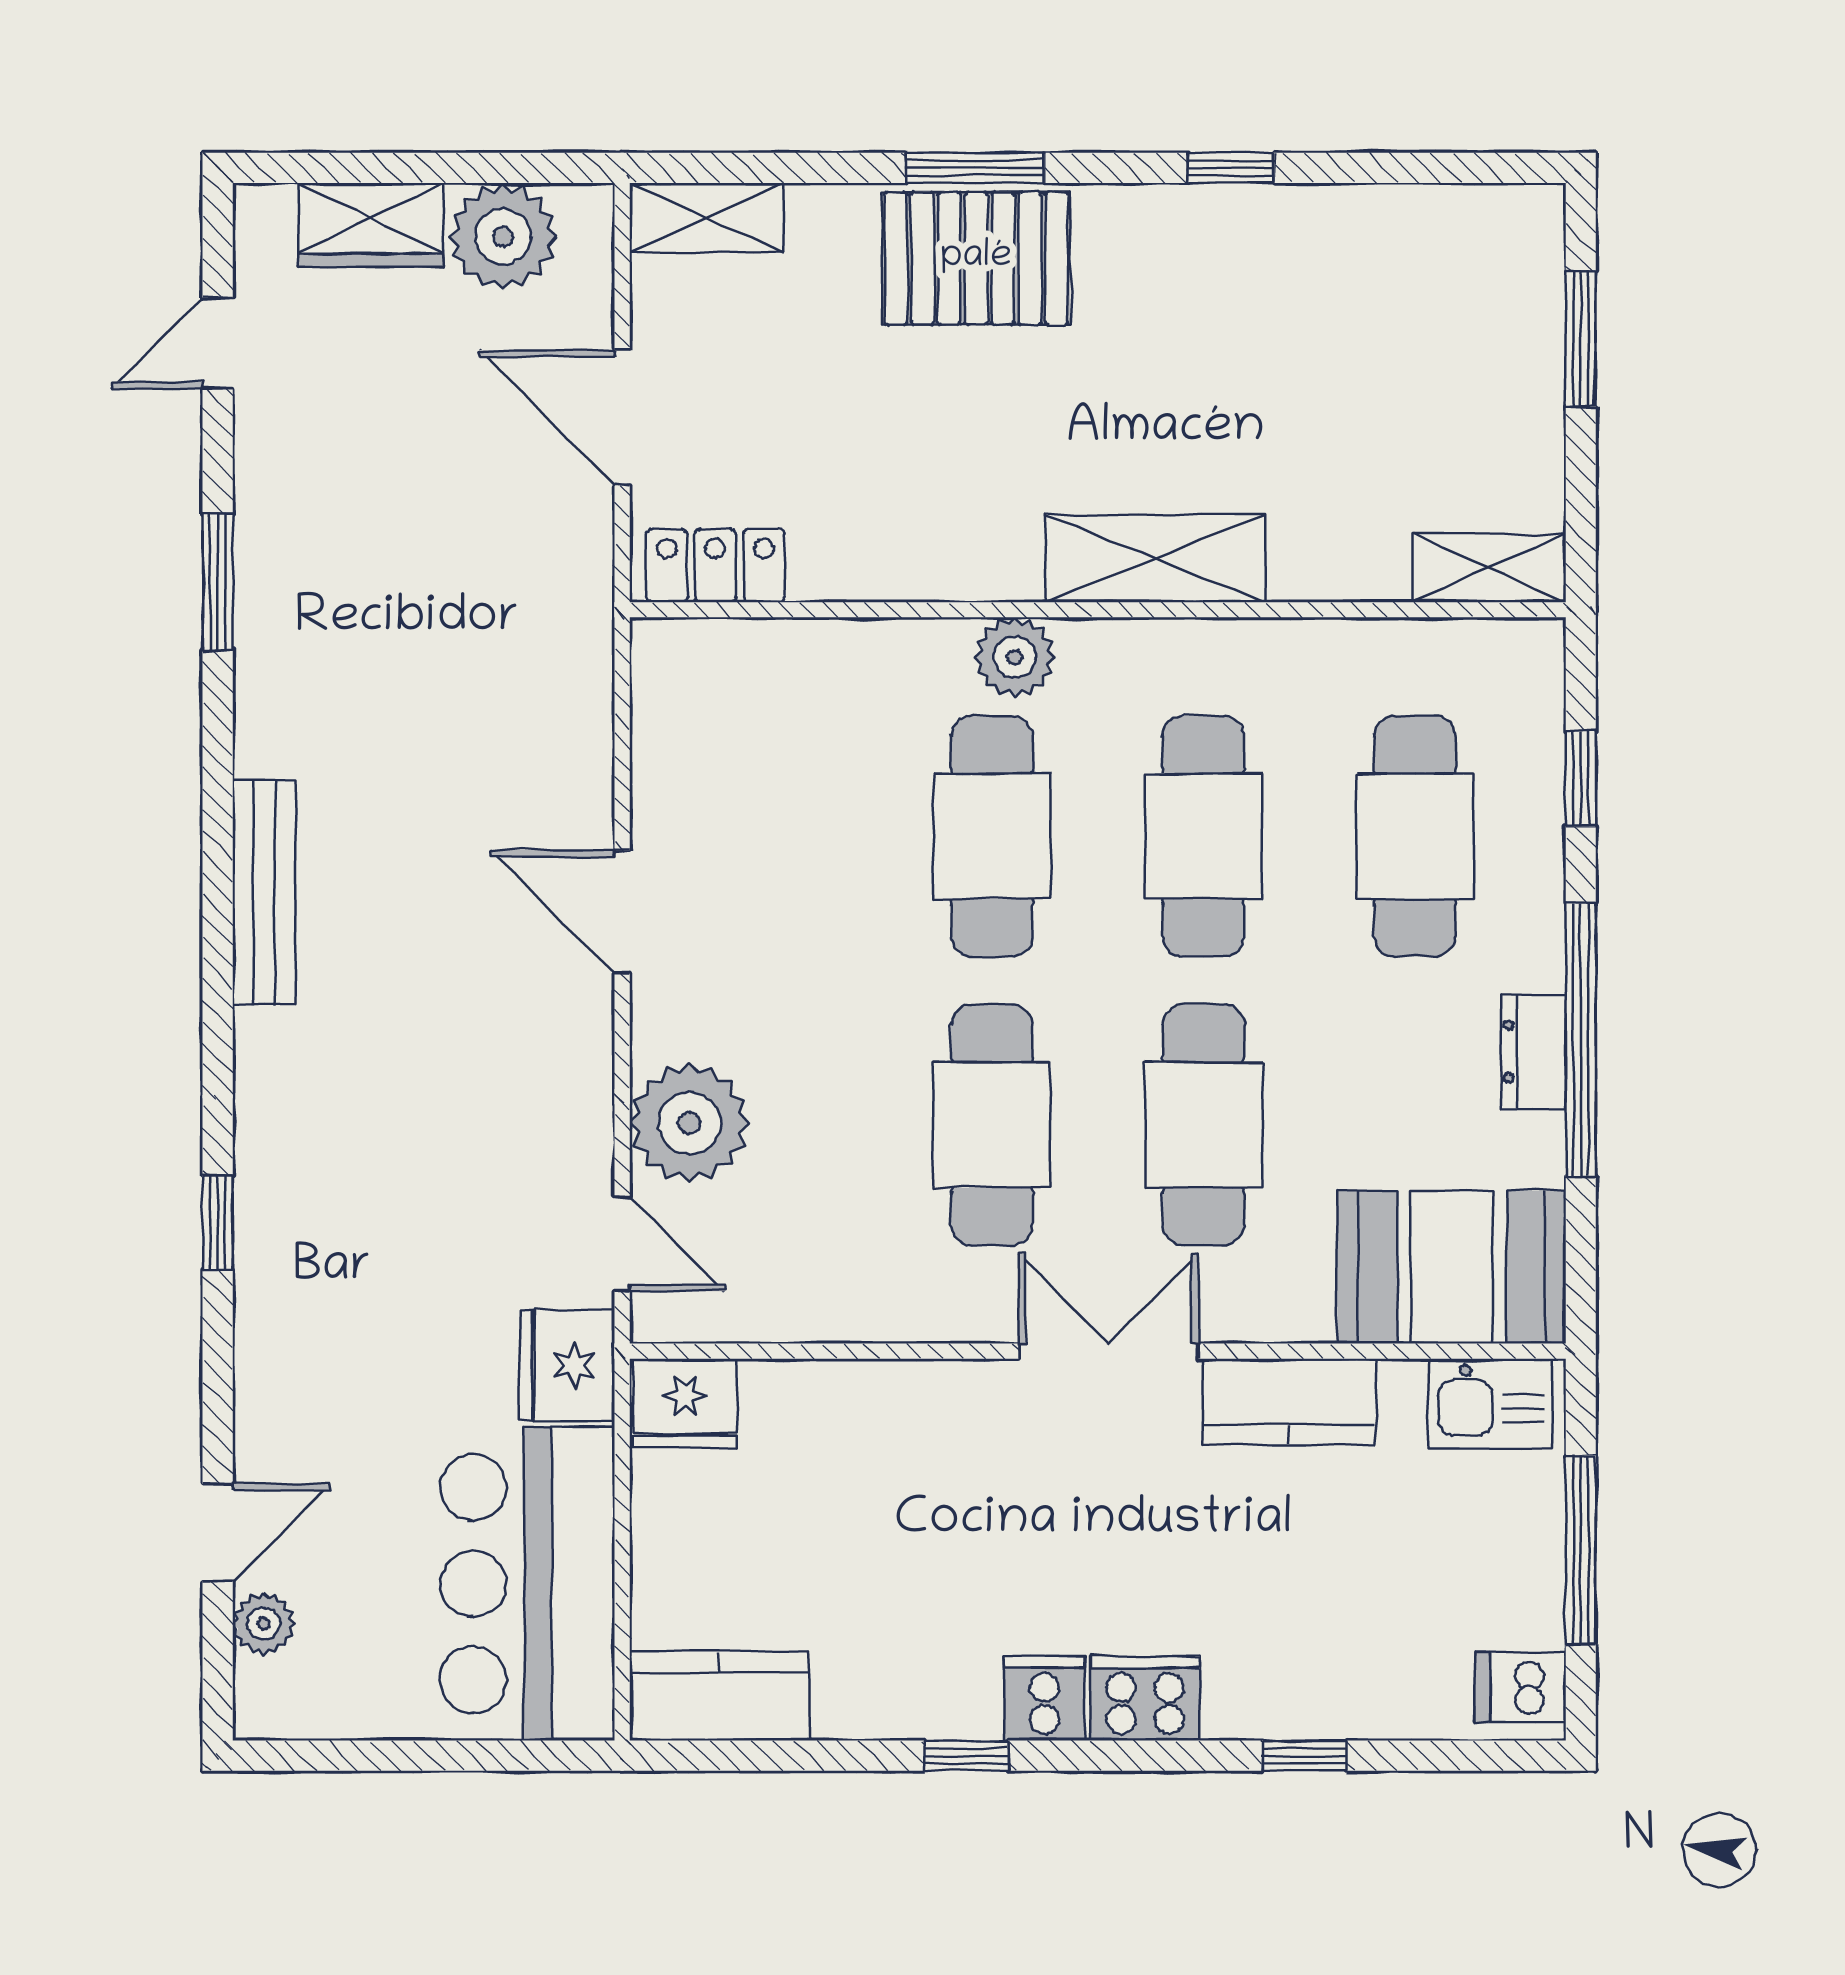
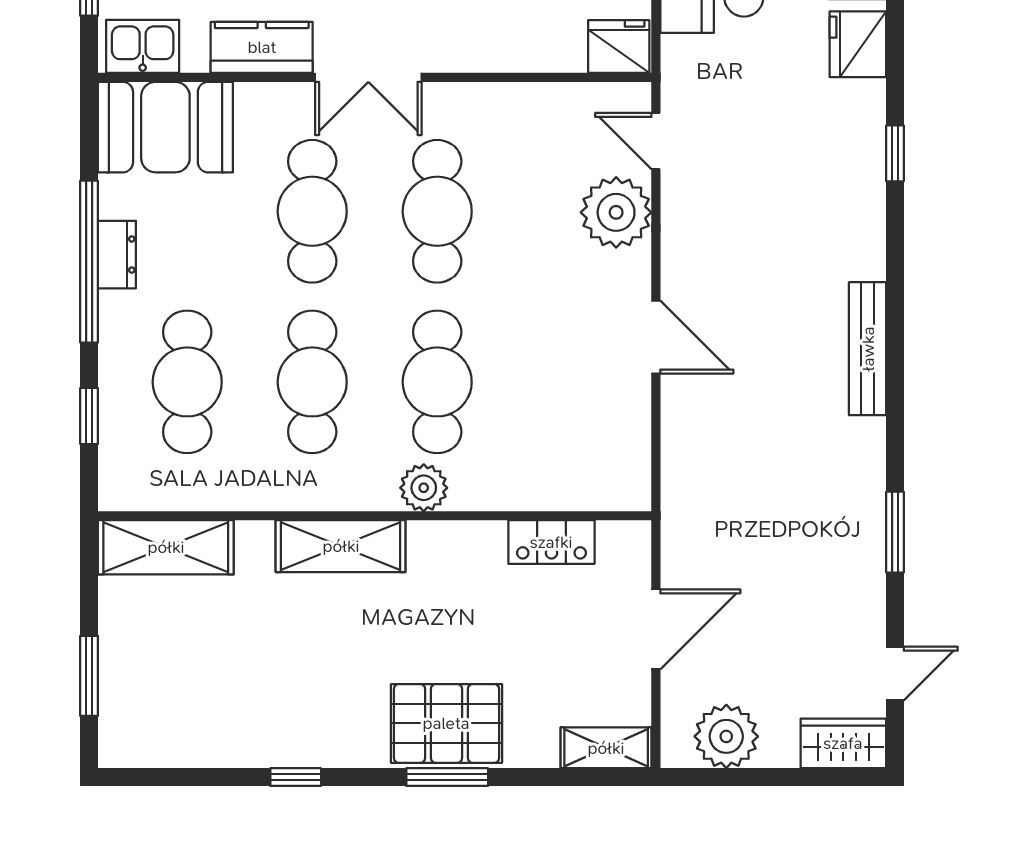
wardrobe: (371, 225) -> (843, 743), moved
door: (622, 418) -> (656, 629), hinge flipped
locker: (715, 565) -> (551, 542), moved
shelving: (1489, 568) -> (166, 547), width x1.50, depth x1.33
fridge: (567, 1365) -> (858, 44), moved, turned 180

